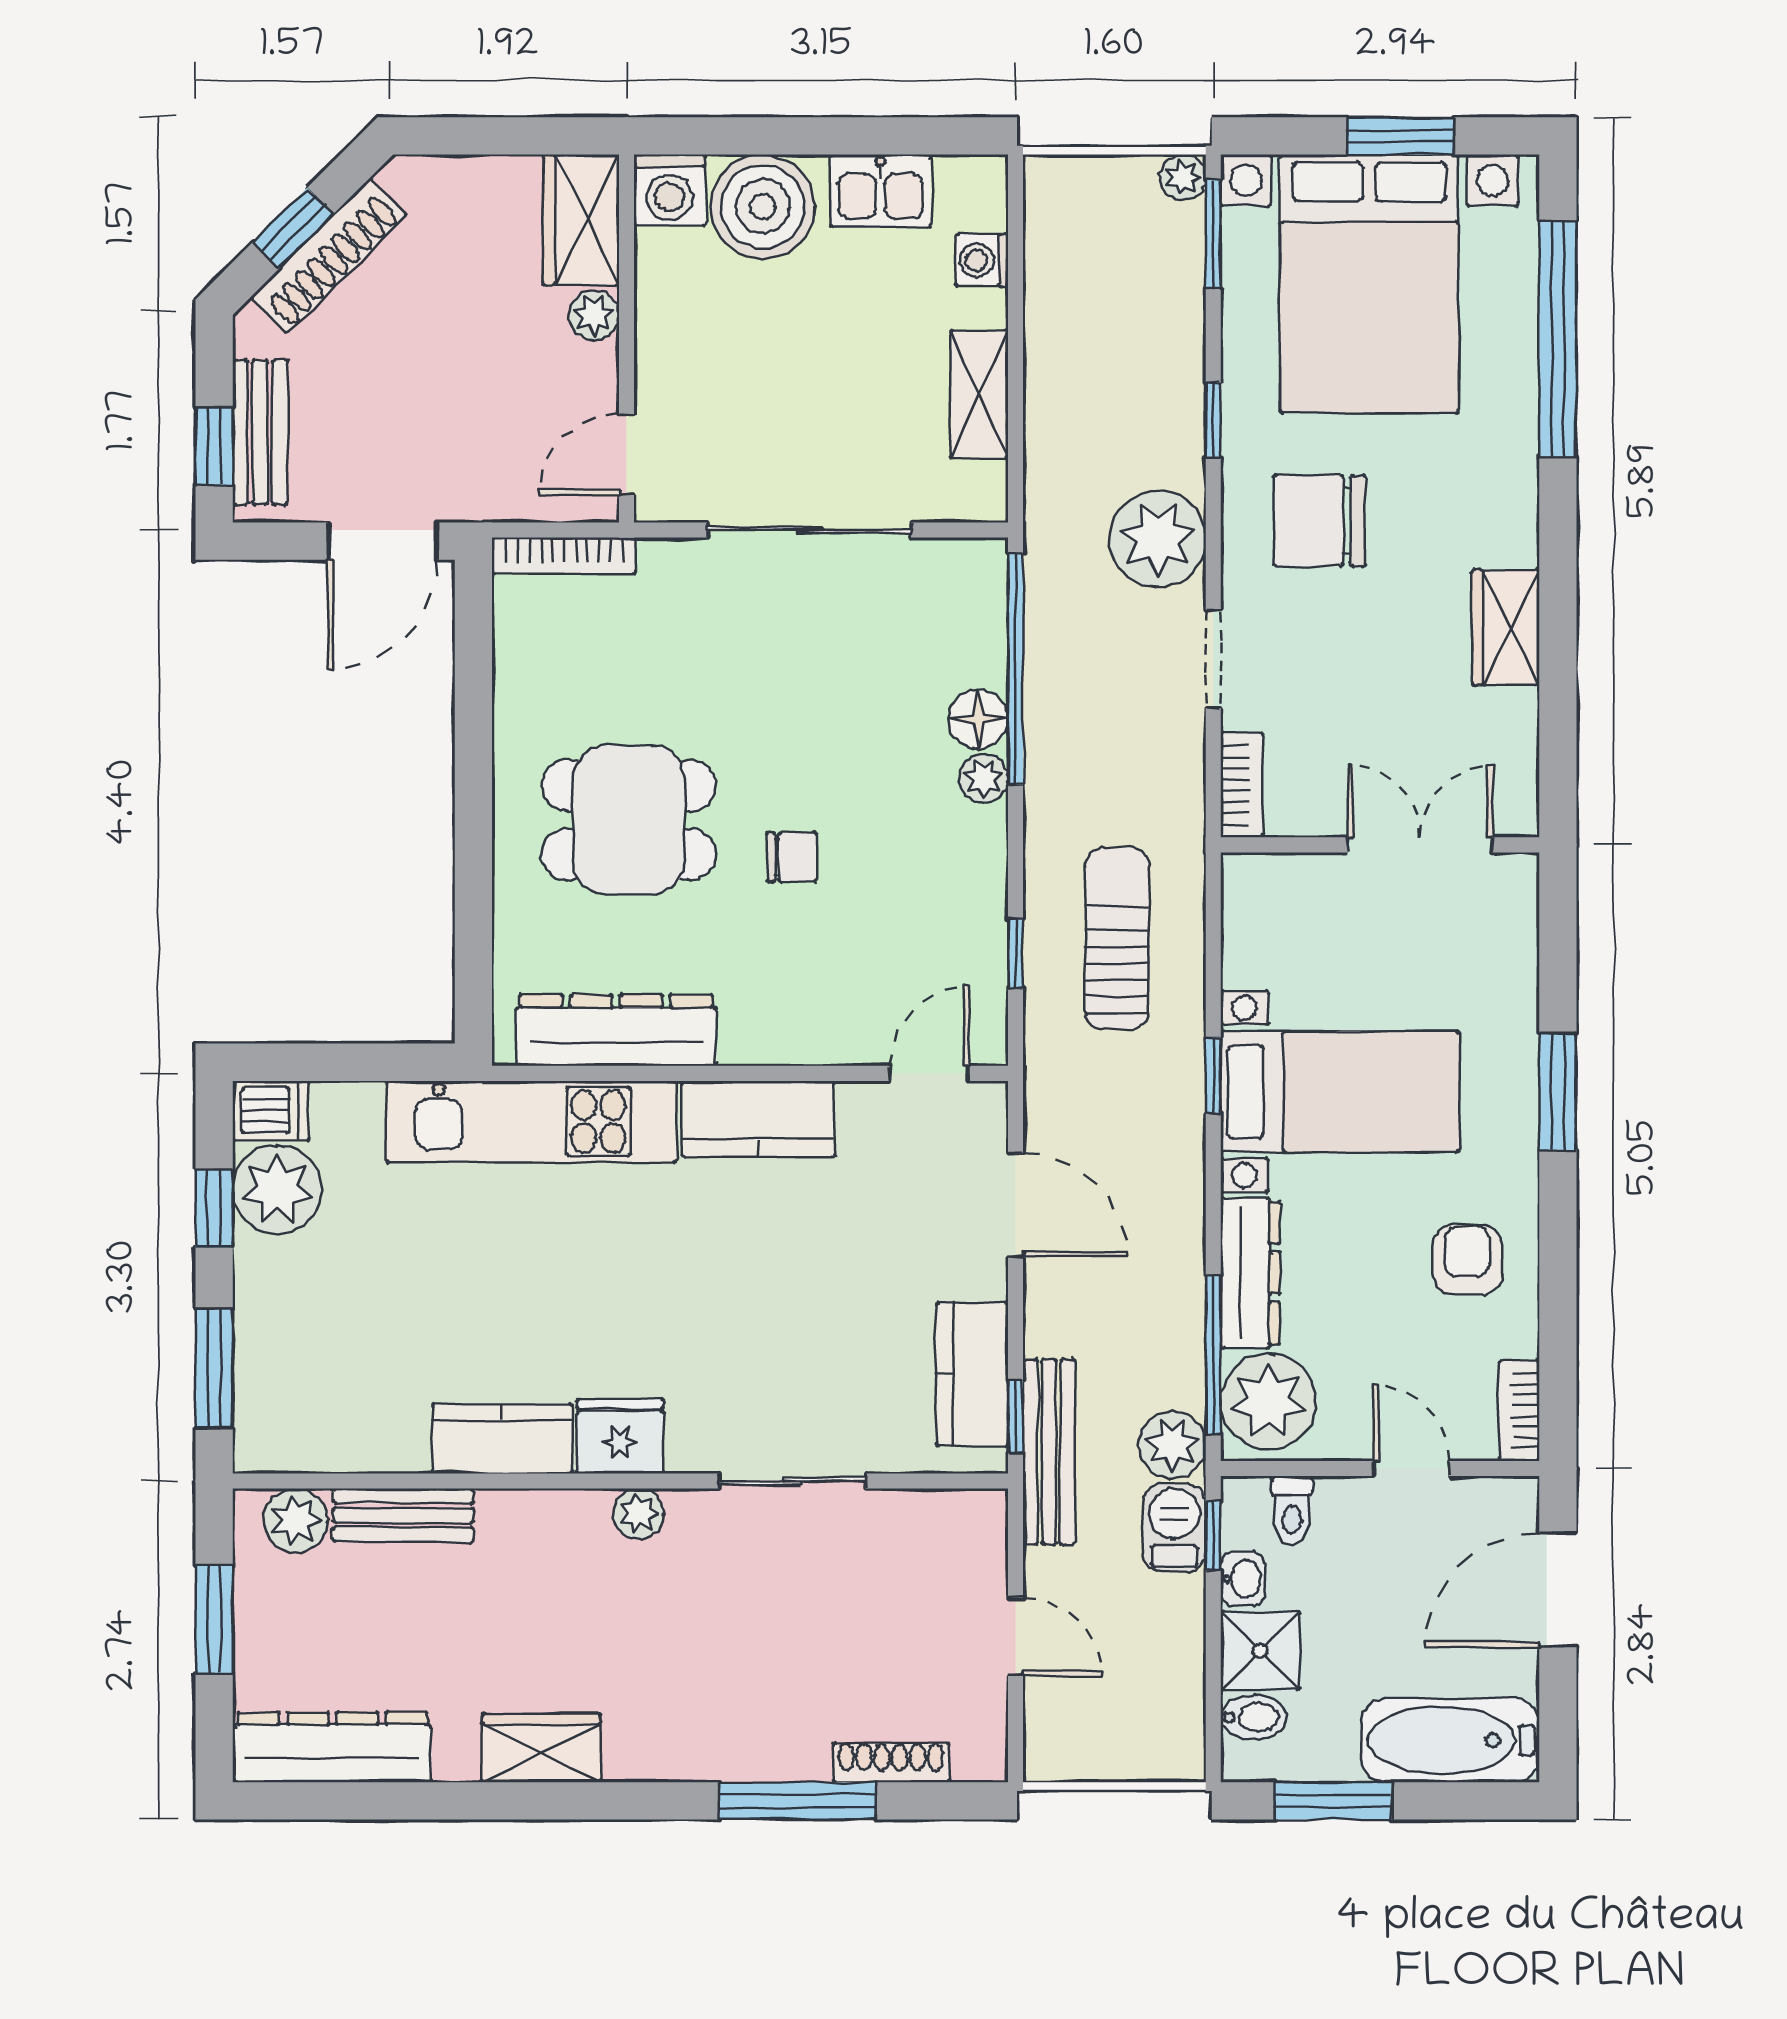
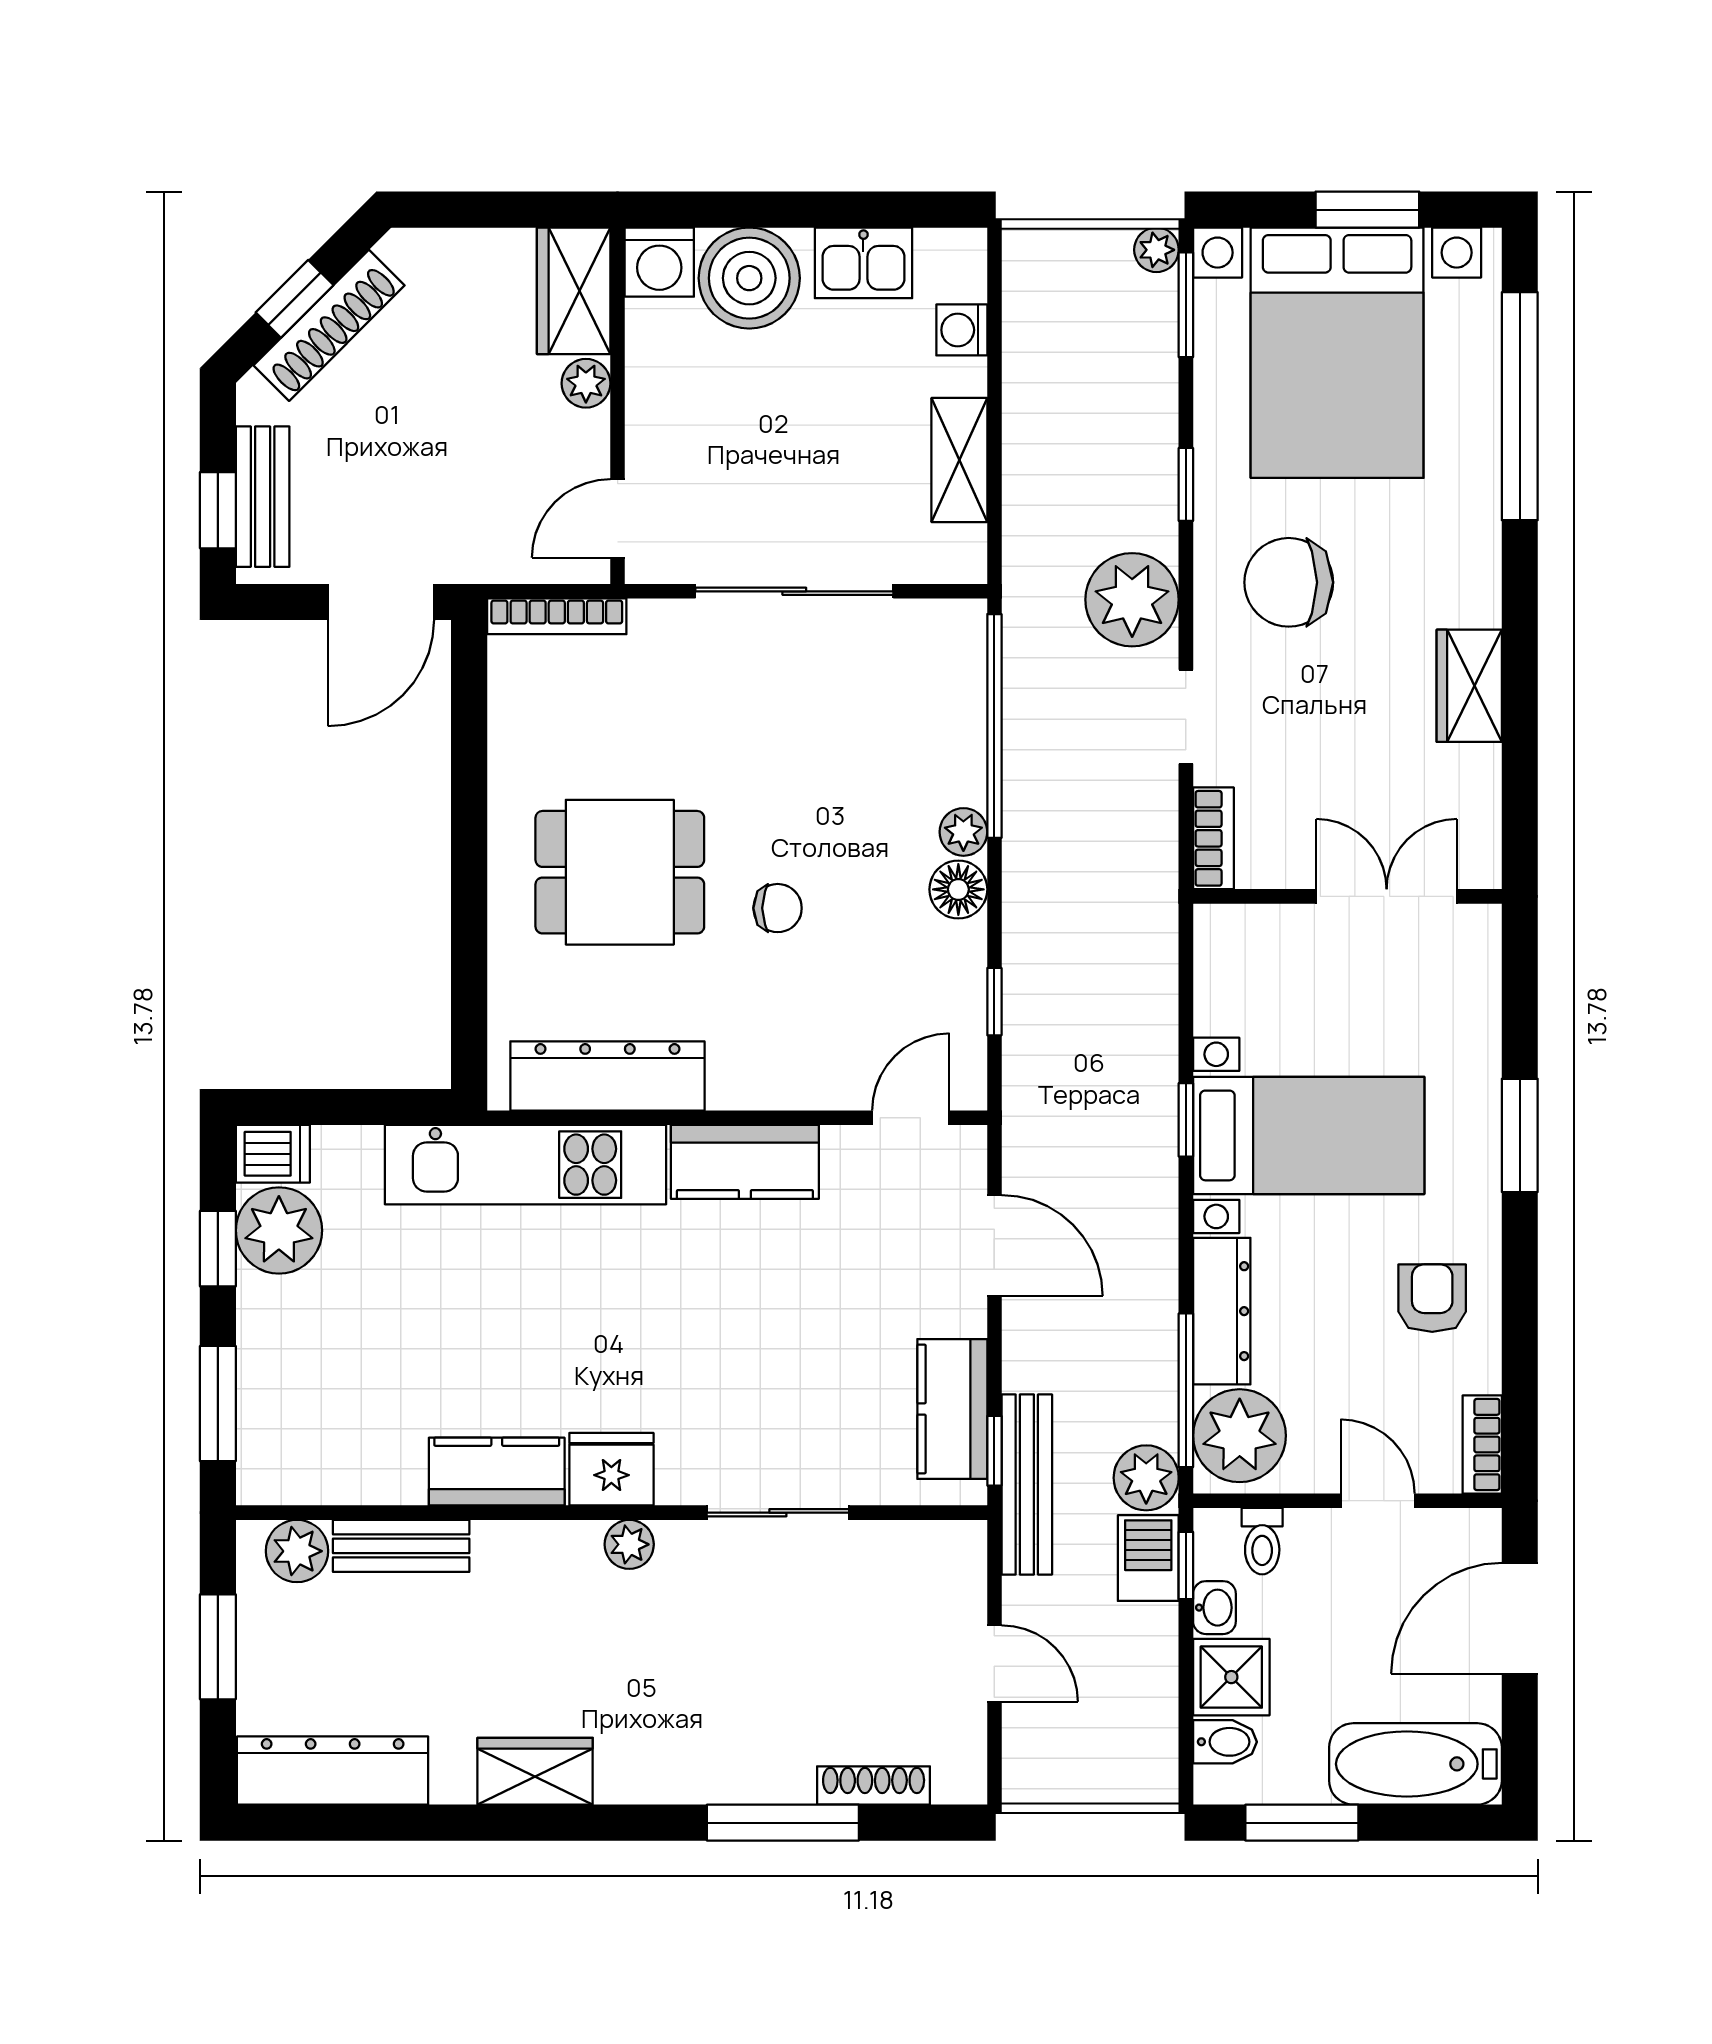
floor lamp: (978, 719) -> (958, 889), moved
sun lounger: (1117, 939) -> (1093, 987), removed

